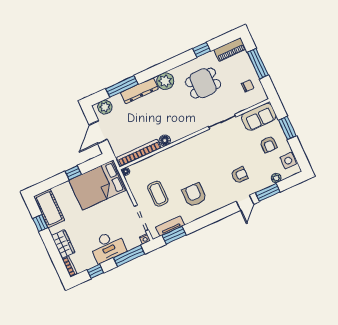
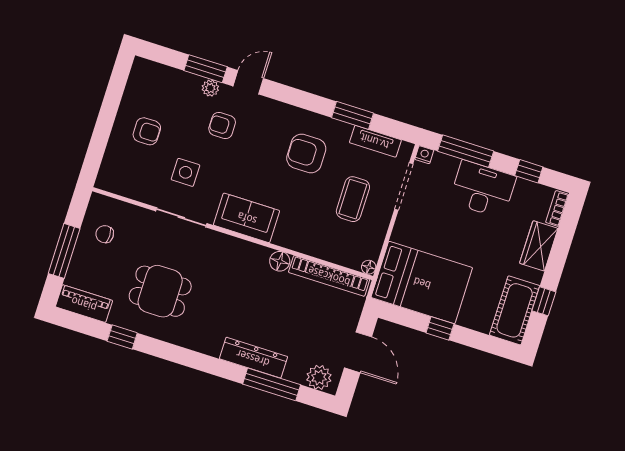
plant: (165, 81) -> (208, 339), removed
sofa: (259, 117) -> (247, 218), moved
window: (287, 128) -> (102, 131), removed
door: (98, 132) -> (358, 352), hinge flipped
armchair: (269, 144) -> (147, 131), turned 89
side table: (288, 161) -> (186, 172), moved
plant: (276, 178) -> (210, 88), moved
armchair: (194, 195) -> (306, 153), turned 90
window: (174, 235) -> (353, 115), moved

